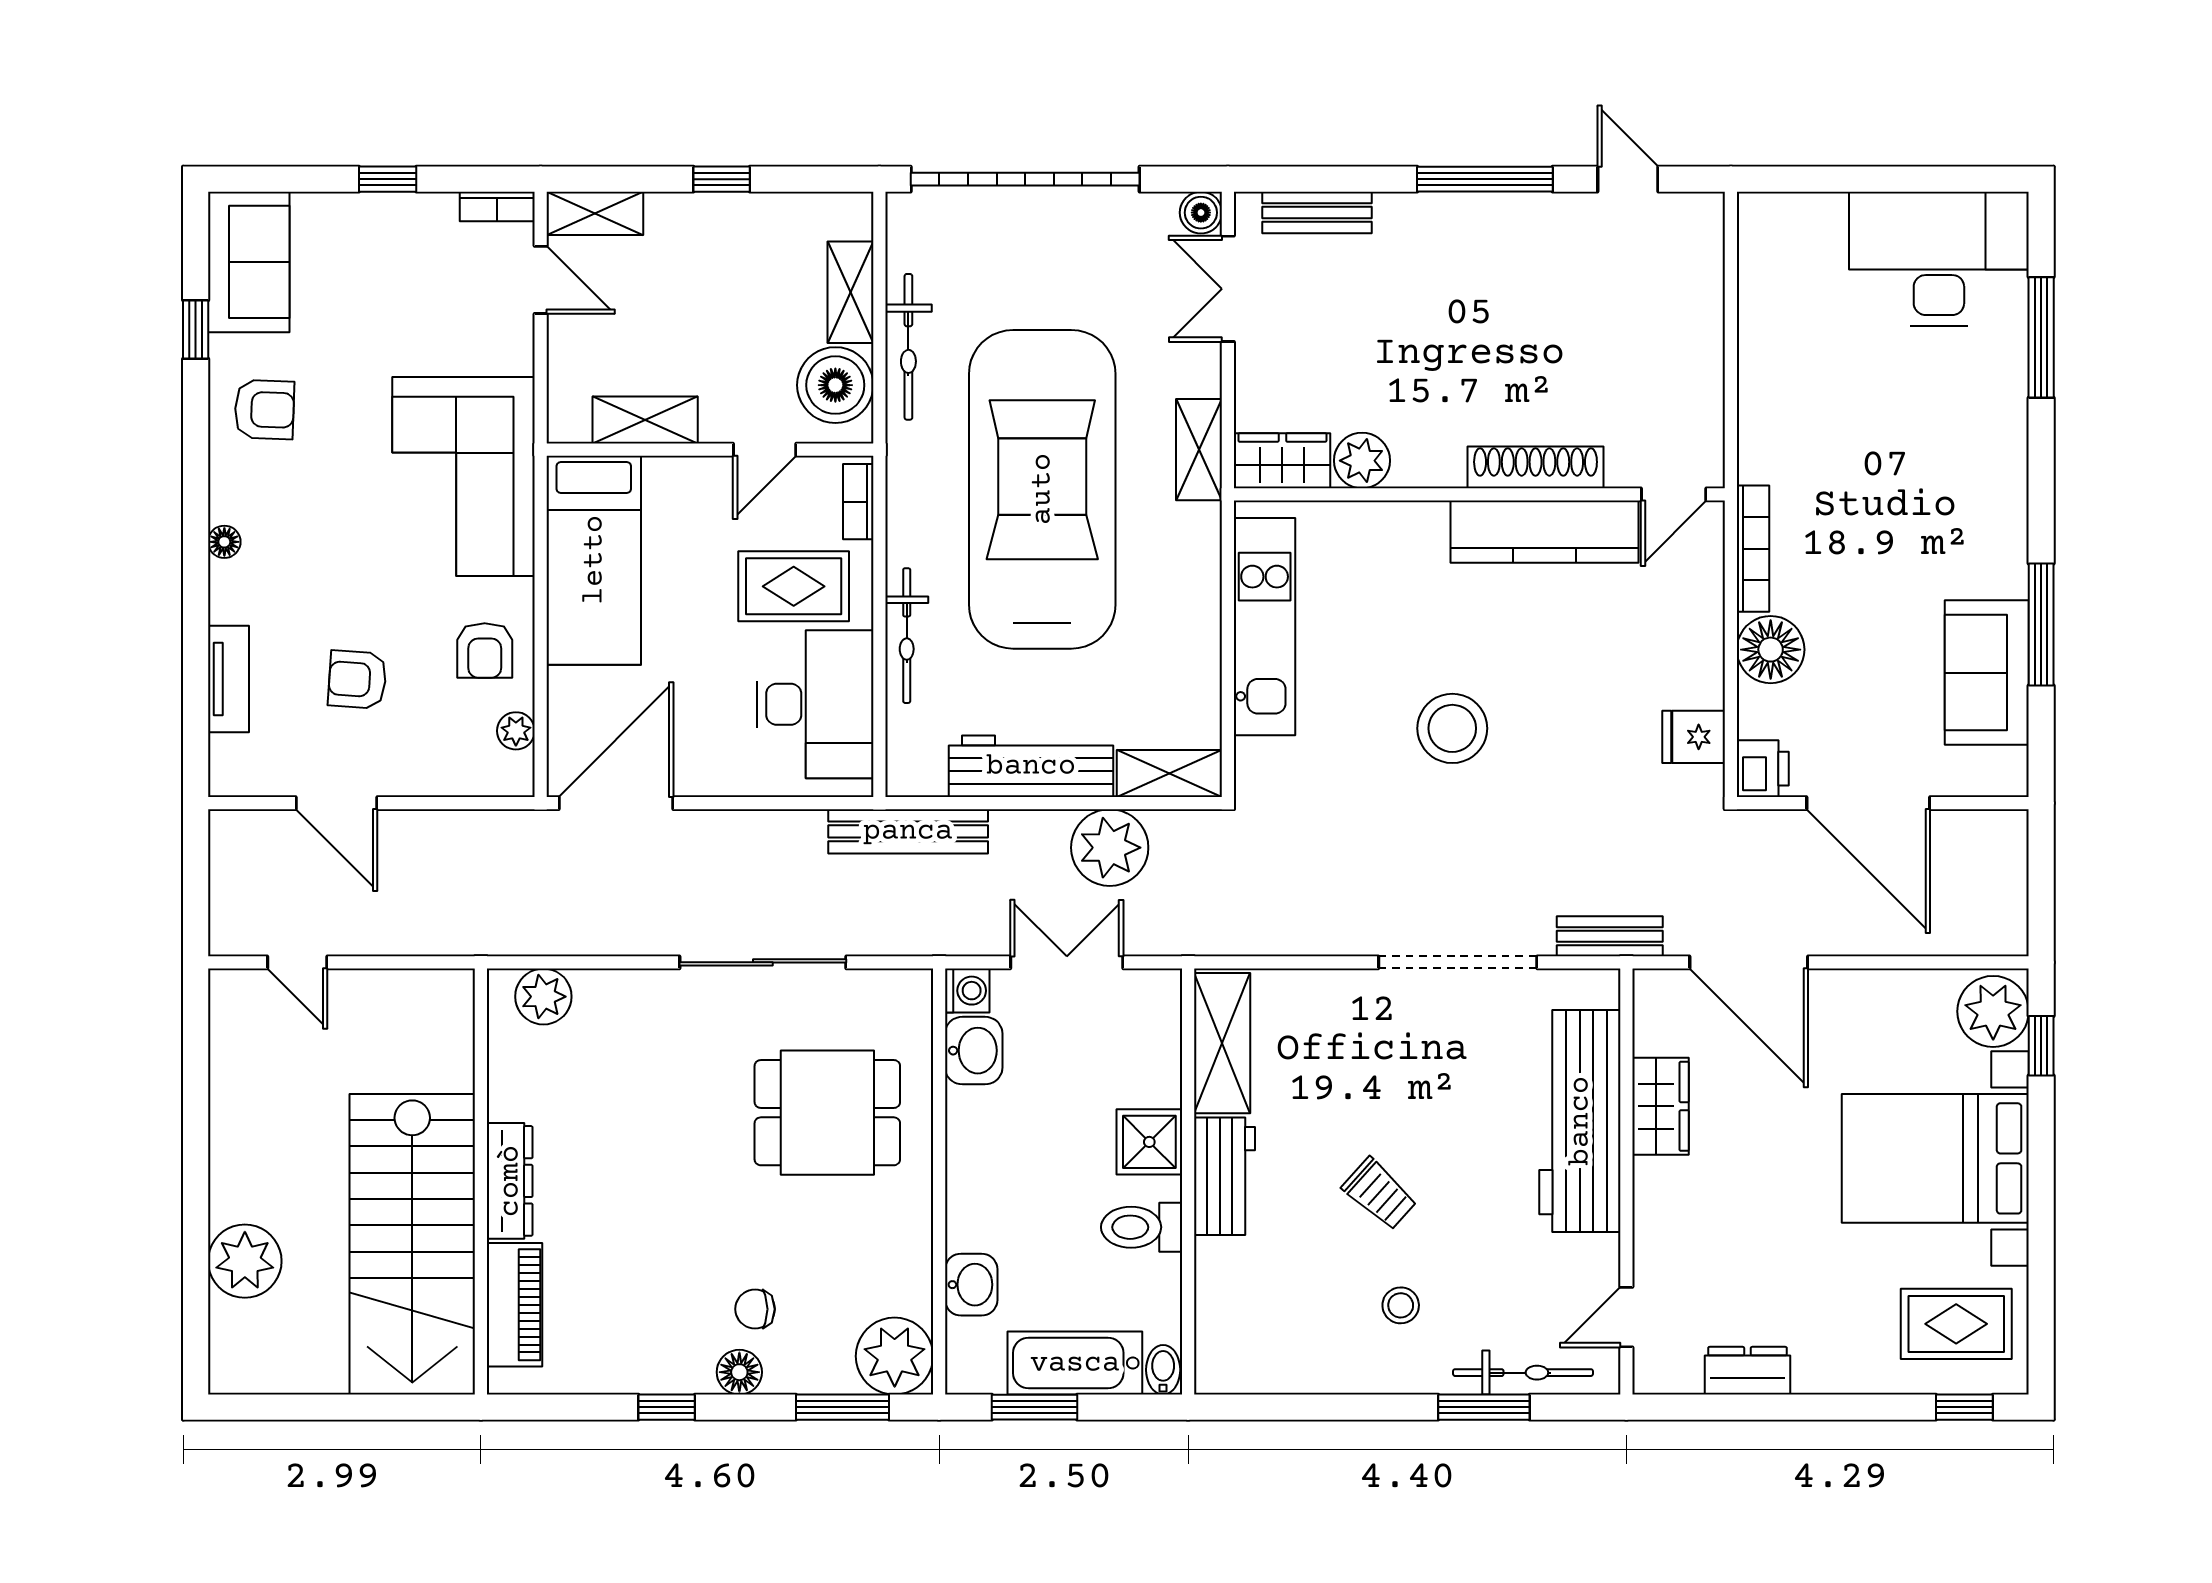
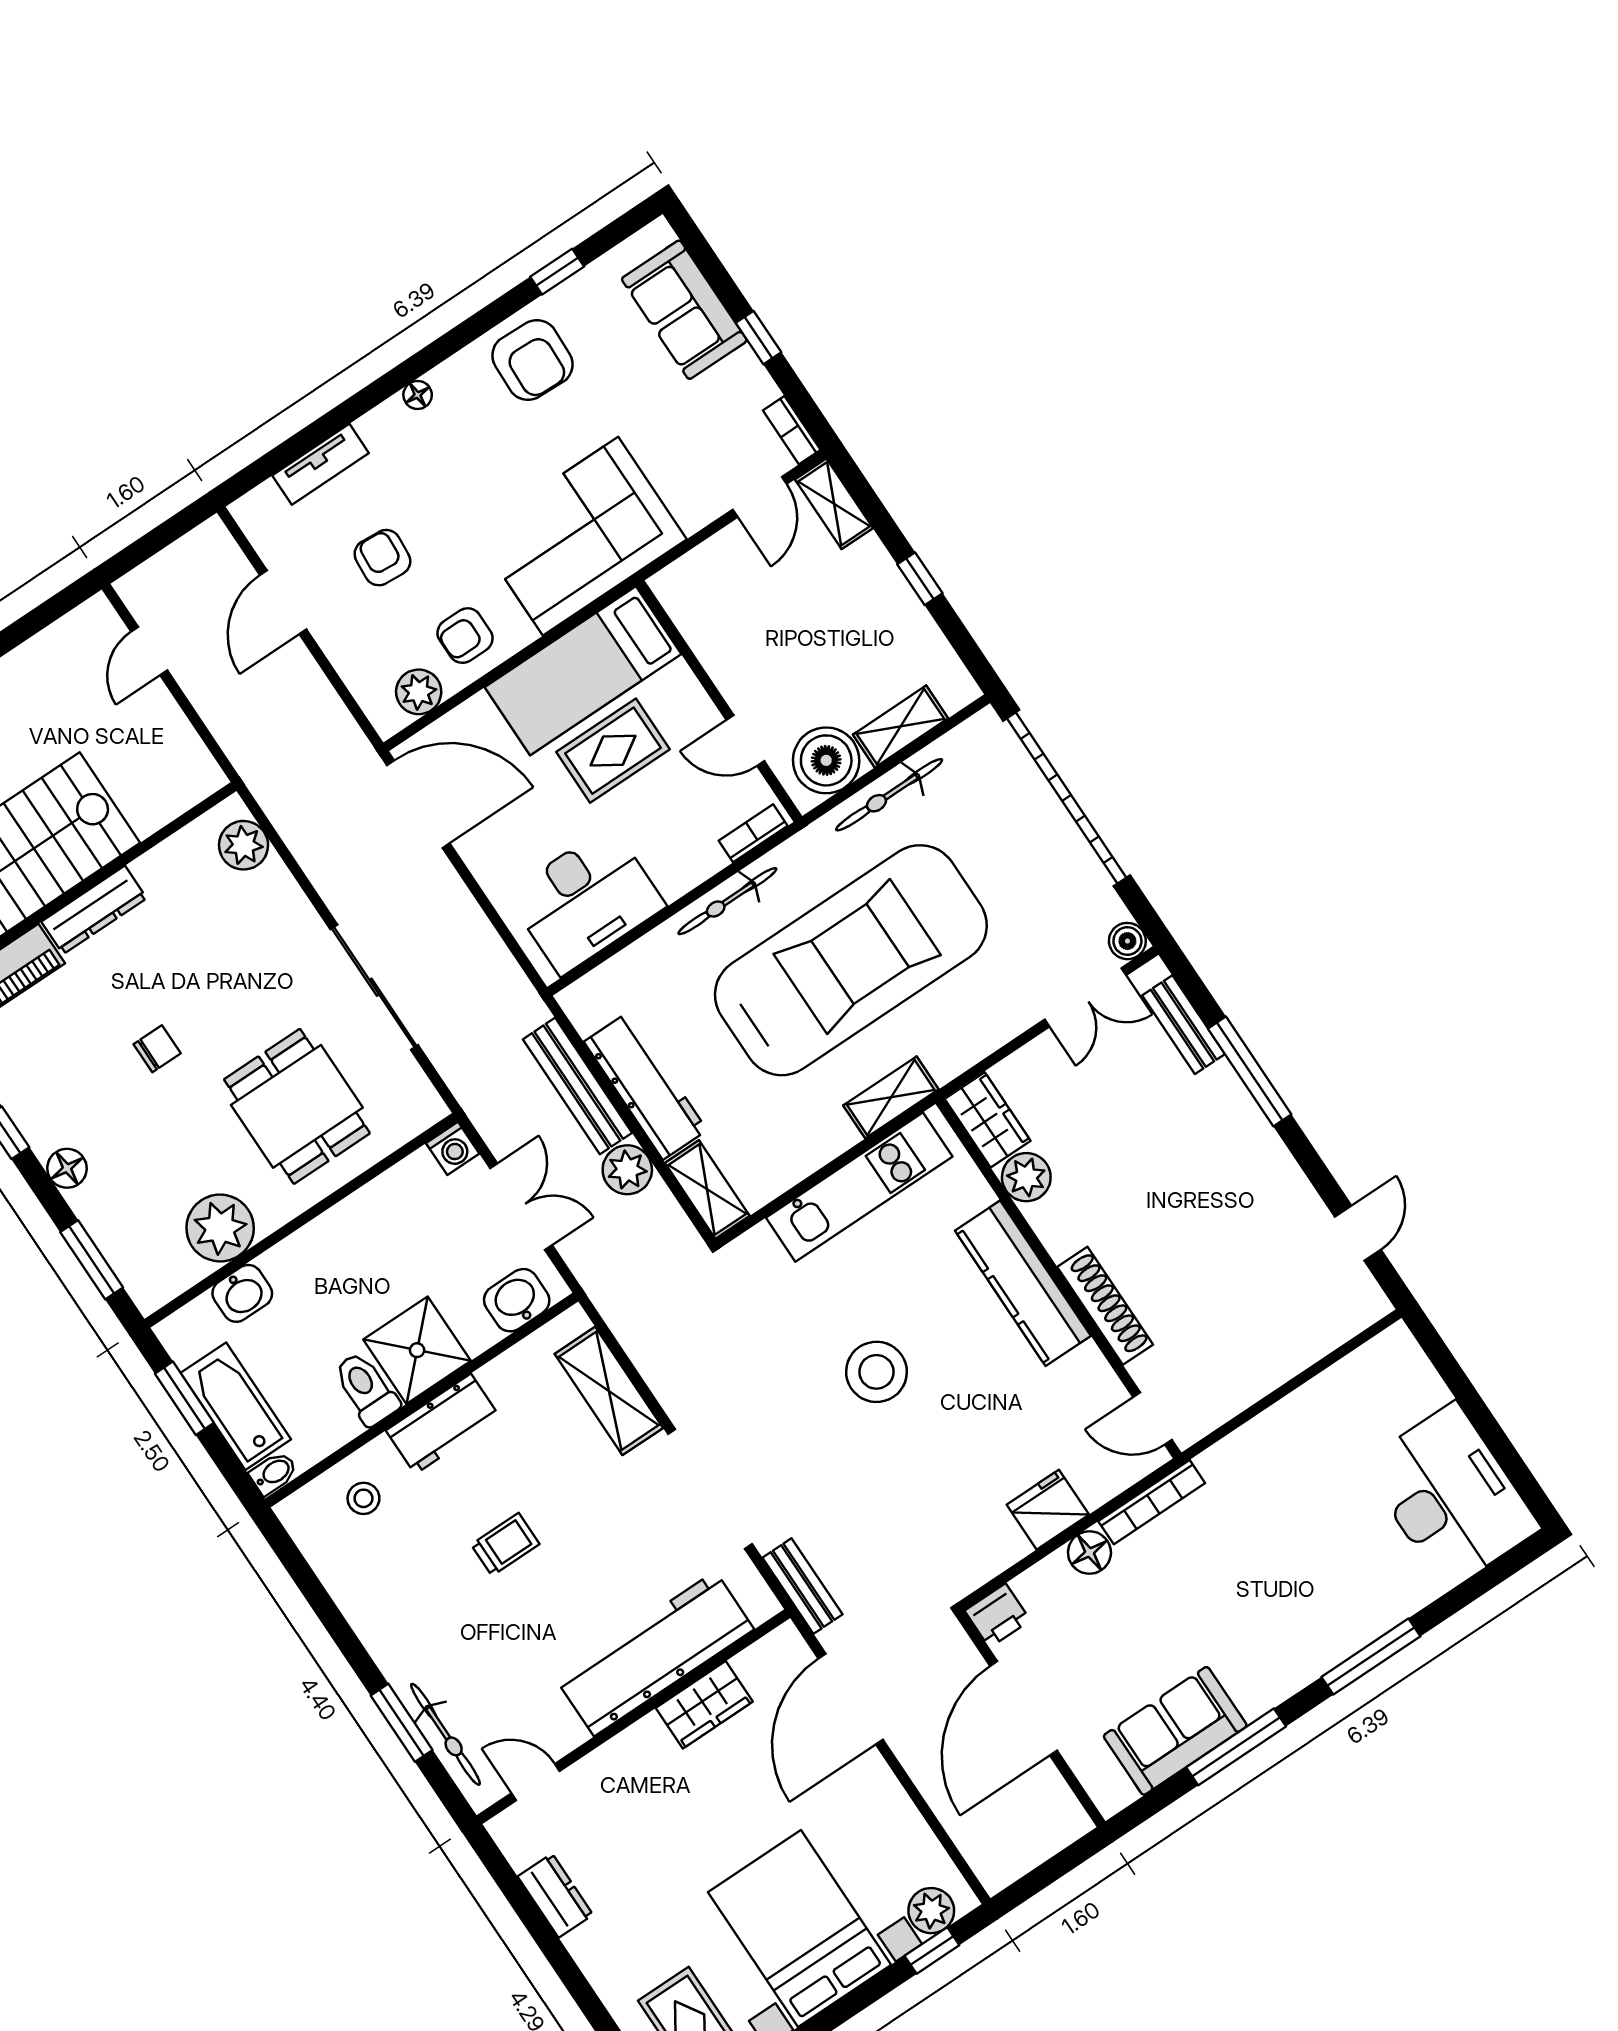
window: (1485, 179) -> (1250, 1071), moved
sofa: (249, 262) -> (684, 310), moved, turned 90
double door: (1228, 289) -> (1085, 997), swing flipped
window: (2041, 337) -> (1371, 1657), moved
armchair: (264, 410) -> (532, 360), width x1.38, depth x1.38
shelving: (645, 420) -> (709, 640), removed
shelving: (1199, 450) -> (891, 1097), moved
kitchen counter: (1545, 532) -> (1023, 1283), moved
rug: (794, 586) -> (613, 751), moved, turned 90
bicycle: (907, 636) -> (727, 901), moved
floor lamp: (1771, 650) -> (1089, 1553), width x0.73, depth x0.73
plant: (516, 731) -> (419, 692), width x1.38, depth x1.38
fridge: (1694, 737) -> (1048, 1510), moved, width x1.38
bench: (908, 831) -> (577, 1086), moved
plant: (1110, 848) -> (627, 1170), width x0.73, depth x0.73
plant: (1993, 1011) -> (931, 1911), width x0.73, depth x0.73
shelving: (1222, 1043) -> (609, 1391), moved, turned 90
washbasin: (974, 1051) -> (517, 1300), moved, turned 180
shower: (1149, 1142) -> (417, 1350), width x1.36, depth x1.36
trolley: (1380, 1194) -> (505, 1544), turned -132
stool: (1401, 1305) -> (363, 1498), moved
chair: (755, 1309) -> (157, 1049), moved, turned 90
plant: (895, 1356) -> (220, 1228), moved

